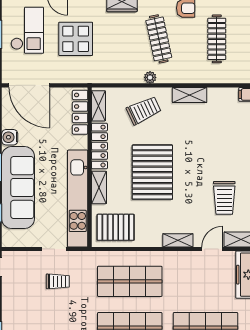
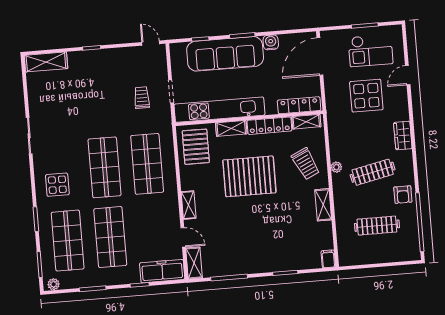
trolley: (224, 198) -> (231, 245), removed
trolley: (58, 281) -> (142, 98), turned 180

